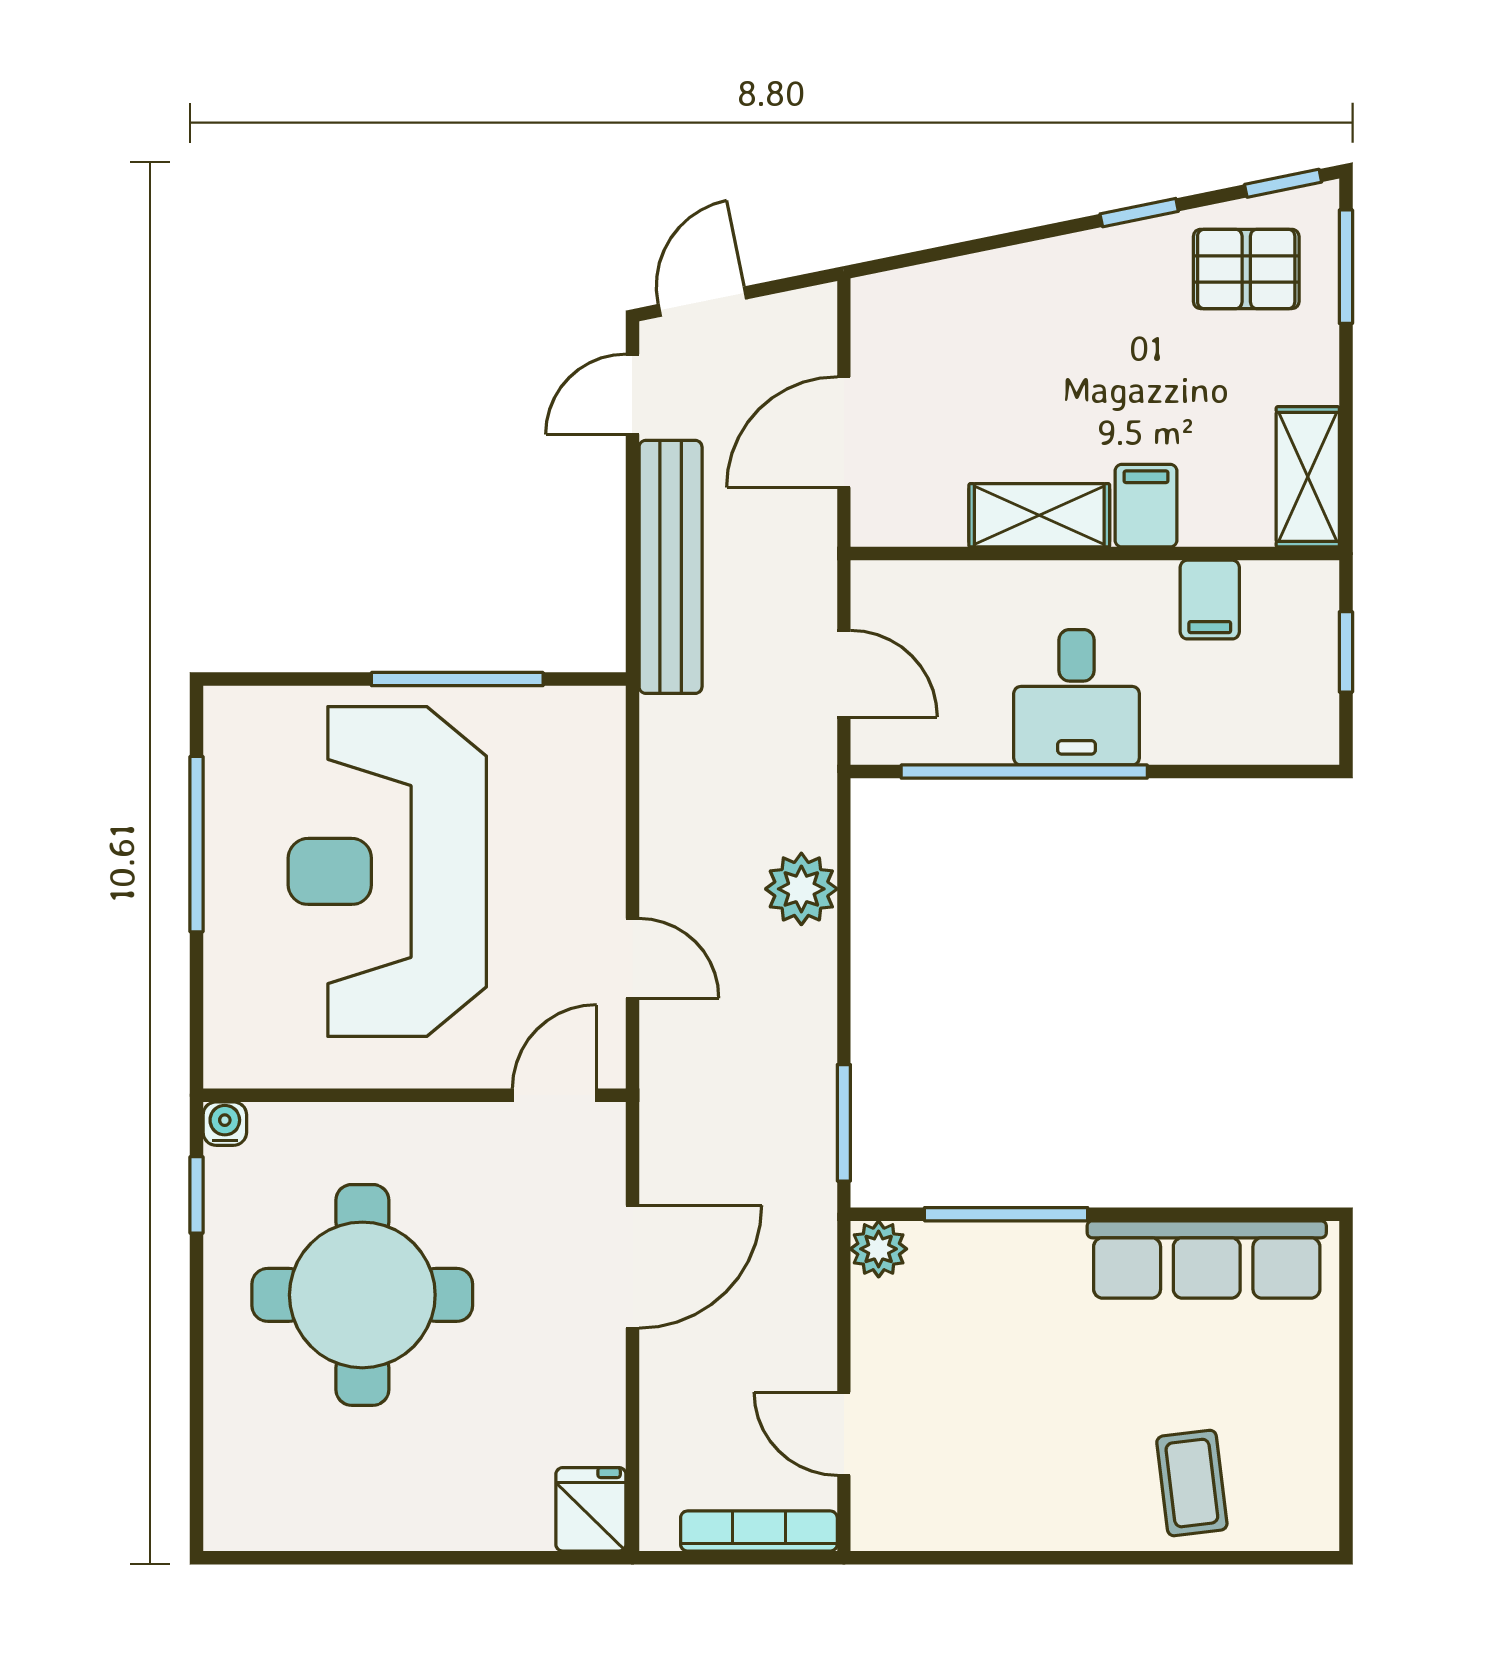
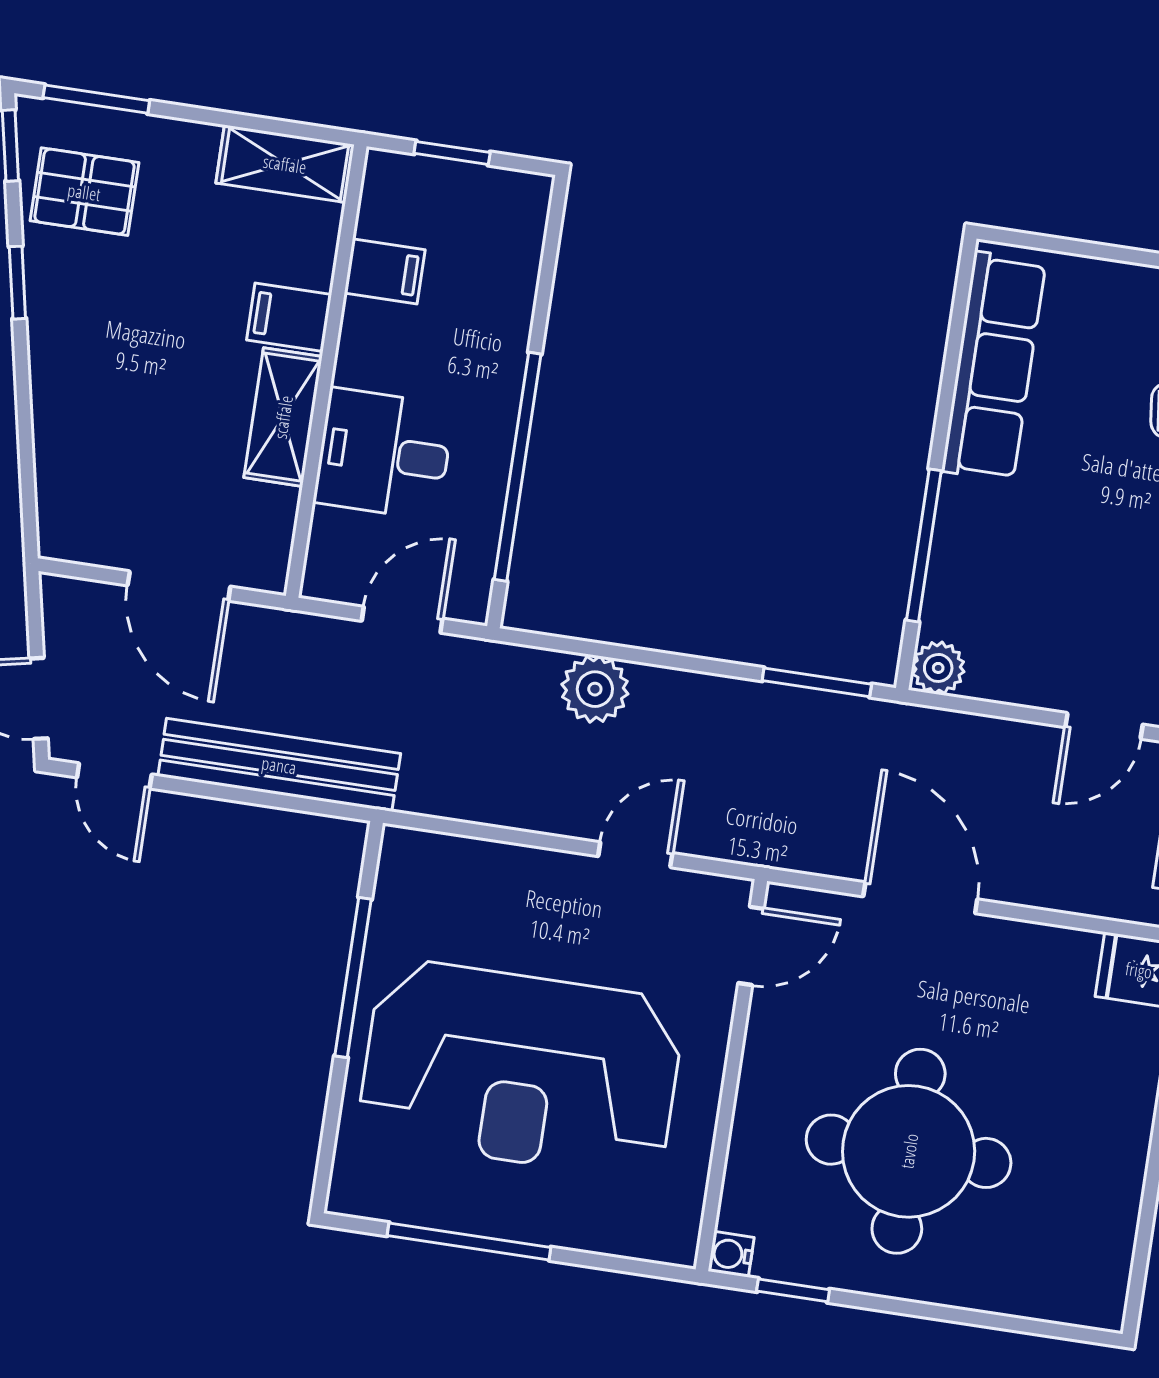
pallet: (1246, 269) -> (84, 192), turned 90
desk: (1077, 697) -> (384, 454), moved, turned 180
door: (554, 1095) -> (751, 946), swing flipped

